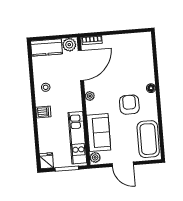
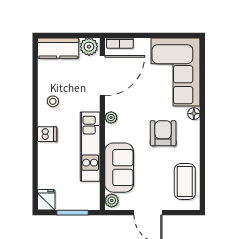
corner sofa: (135, 58) -> (176, 72), added
kitchen unit: (77, 138) -> (90, 147), moved
coffee table: (148, 139) -> (185, 181), width x0.73, depth x0.76

